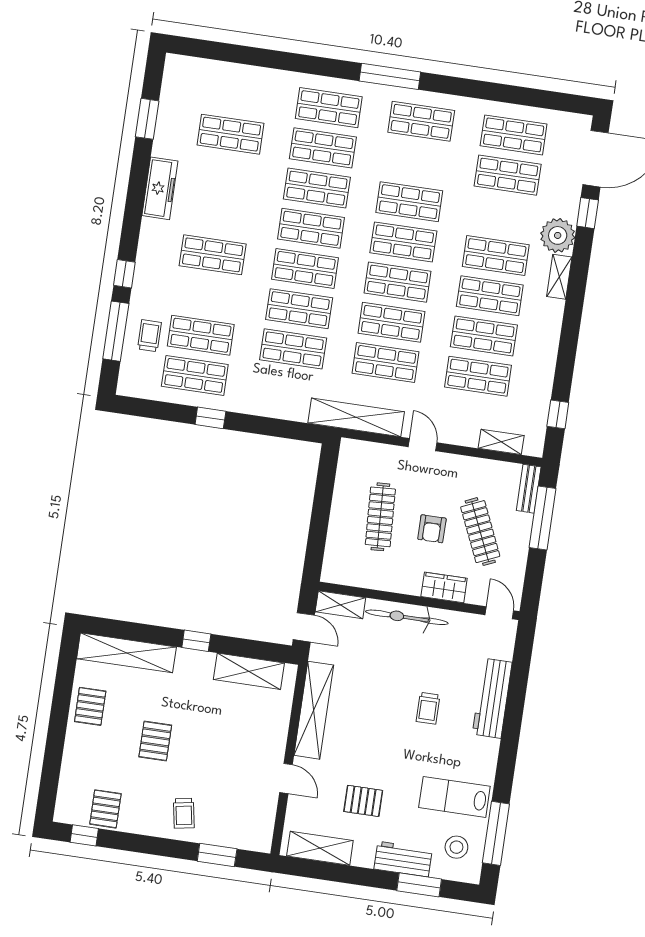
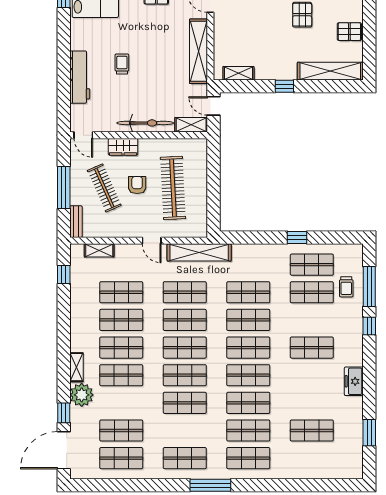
freezer: (160, 188) -> (354, 381), width x0.71
clothes rail: (380, 517) -> (173, 188), width x1.37, depth x1.31
window: (543, 518) -> (64, 188), moved
shelving: (249, 671) -> (238, 73), width x0.67, depth x0.75
pallet: (90, 706) -> (349, 32), turned 90

